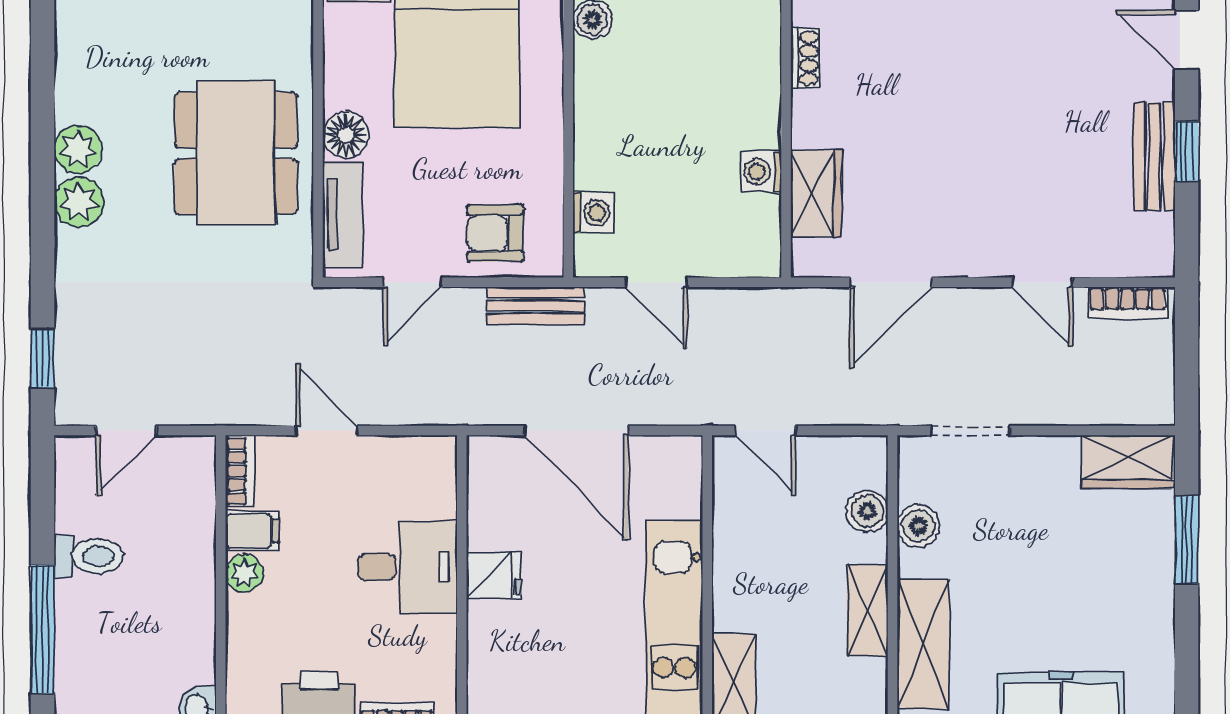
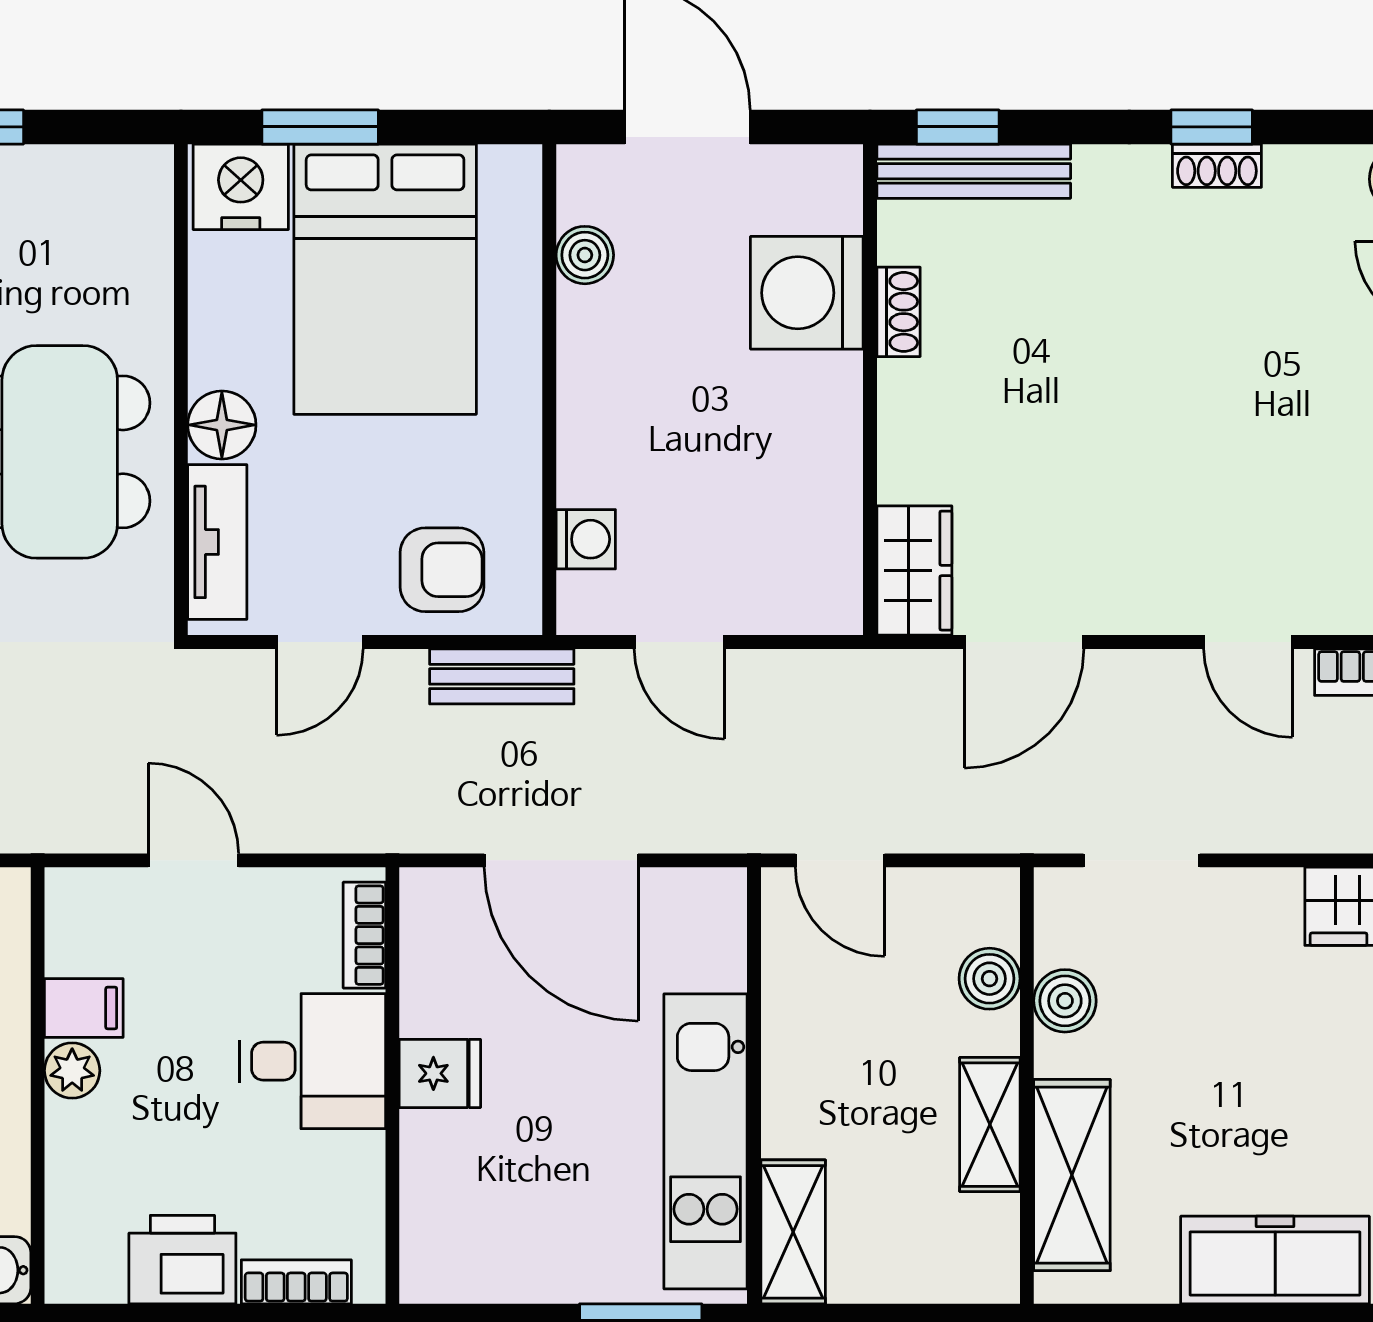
washing machine: (761, 172) -> (807, 293), moved, width x1.89, depth x1.89
wardrobe: (816, 194) -> (914, 571), moved
armchair: (495, 233) -> (442, 570), turned 180
bookcase: (240, 471) -> (364, 935), moved, turned 180

